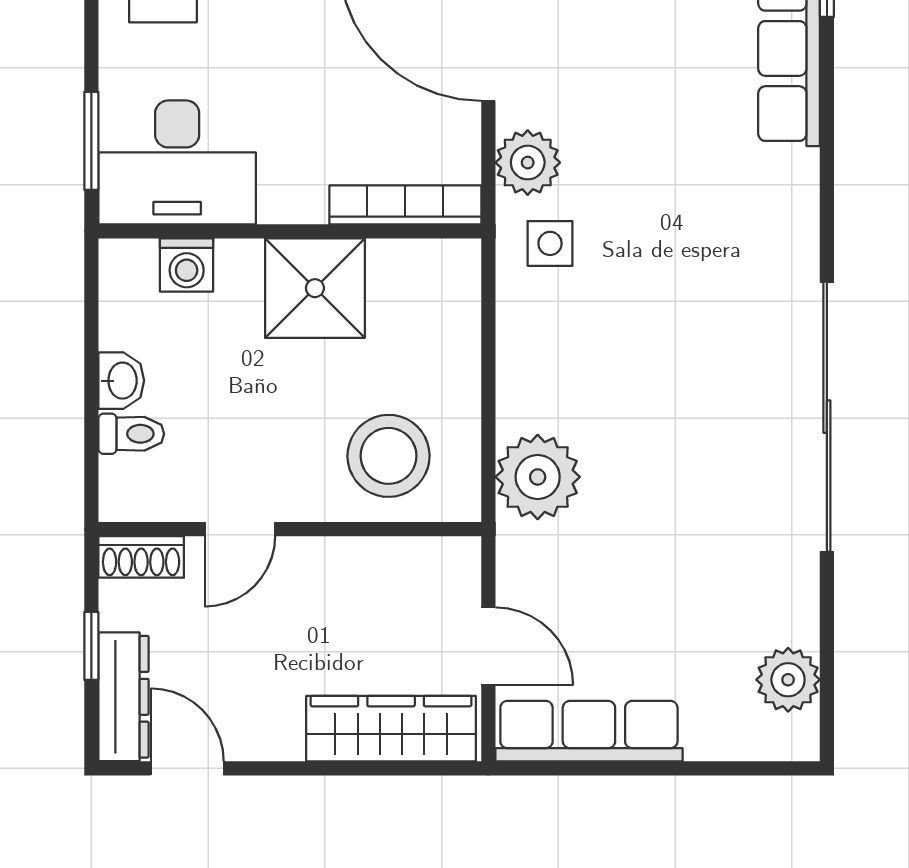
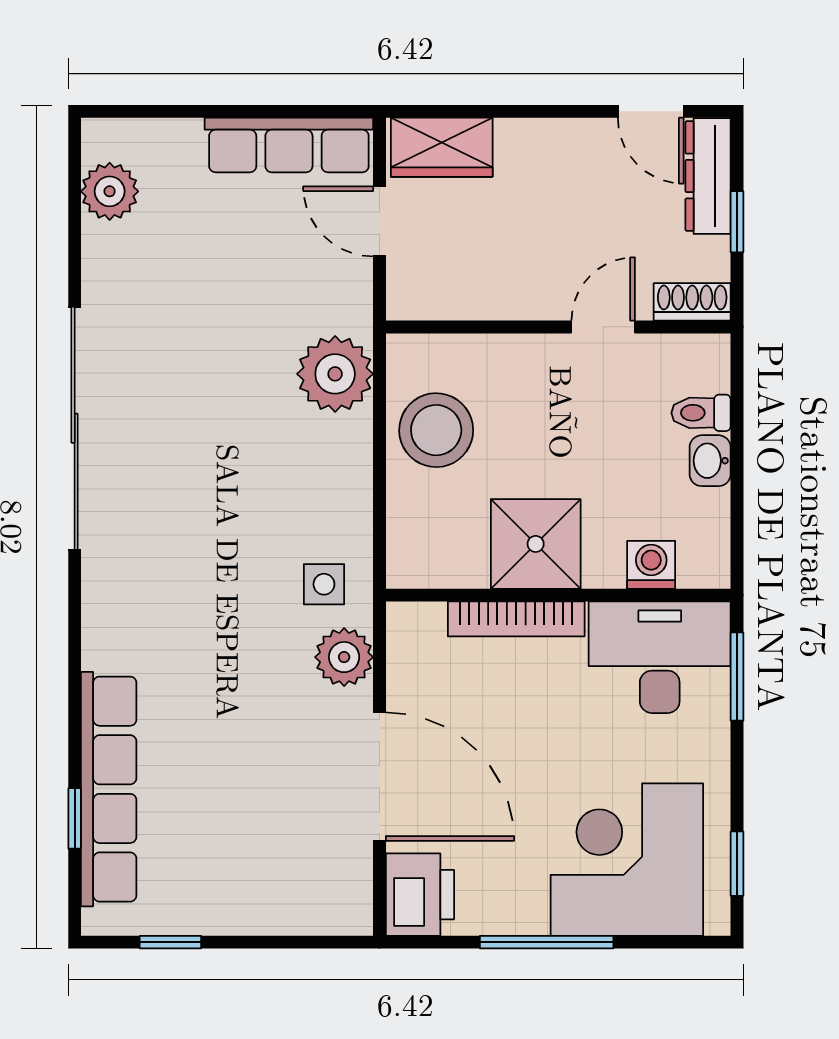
bookcase: (405, 205) -> (516, 619), moved
stool: (389, 456) -> (436, 430), moved
wardrobe: (391, 729) -> (442, 147), width x0.67

